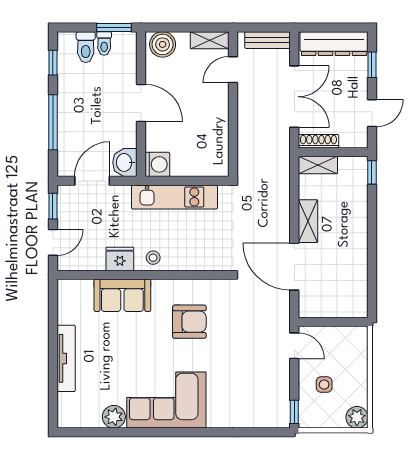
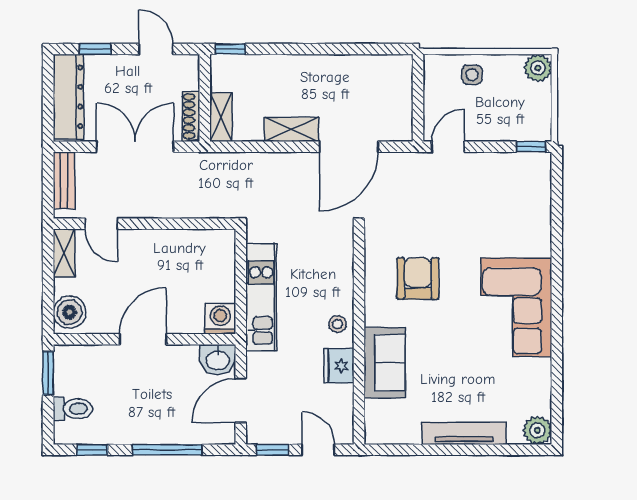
toilet: (104, 43) -> (68, 386), removed
door: (92, 181) -> (241, 401), hinge flipped
side table: (324, 385) -> (472, 75), moved
plant: (114, 417) -> (537, 430), moved

